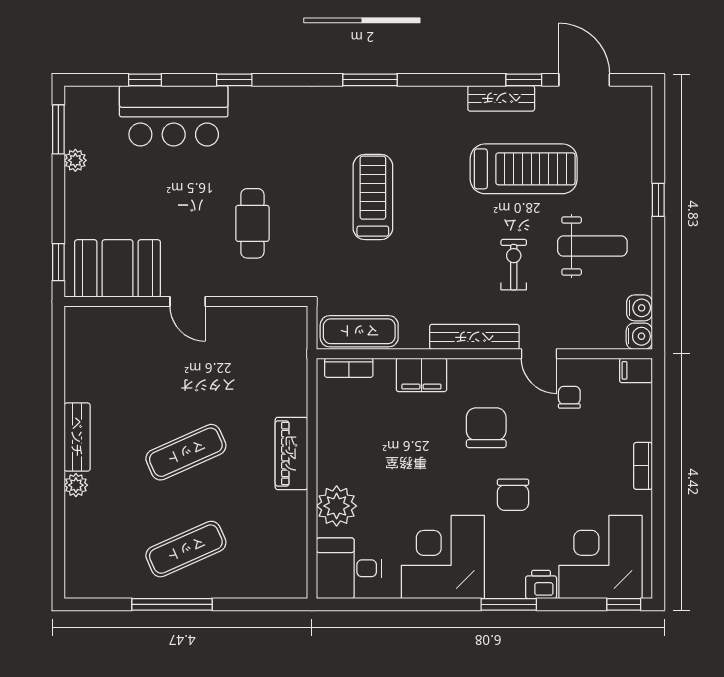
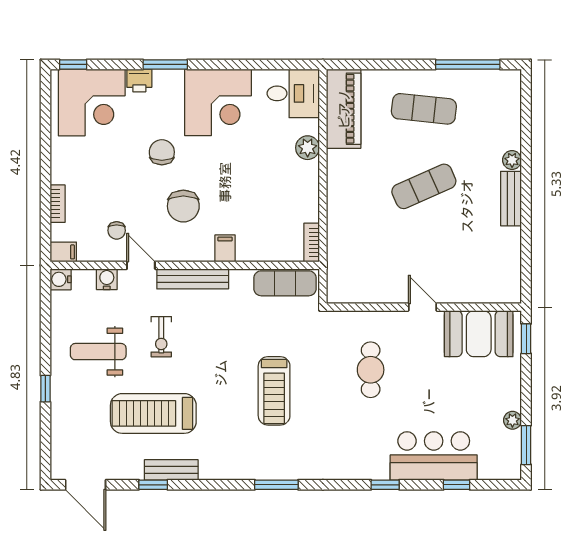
door: (584, 80) -> (86, 485), moved
water cooler: (640, 308) -> (107, 279), moved, turned 90
bookcase: (349, 368) -> (312, 242), moved, turned -90
filing cabinet: (421, 375) -> (225, 248), width x0.50
piano: (291, 454) -> (344, 109), moved, width x1.37, depth x1.33
bookcase: (643, 466) -> (58, 204), moved
plant: (337, 506) -> (308, 148), width x0.73, depth x0.73
exercise mat: (186, 549) -> (424, 109), turned 30
window: (172, 604) -> (468, 64), moved

